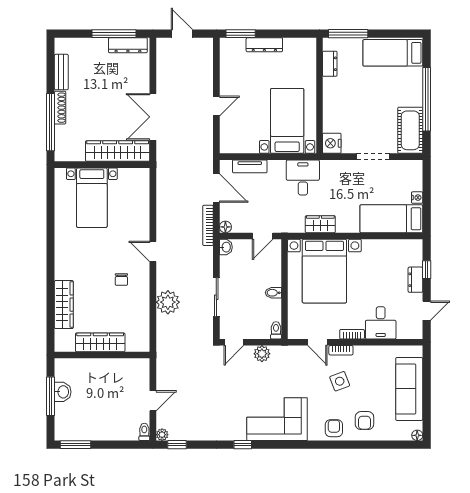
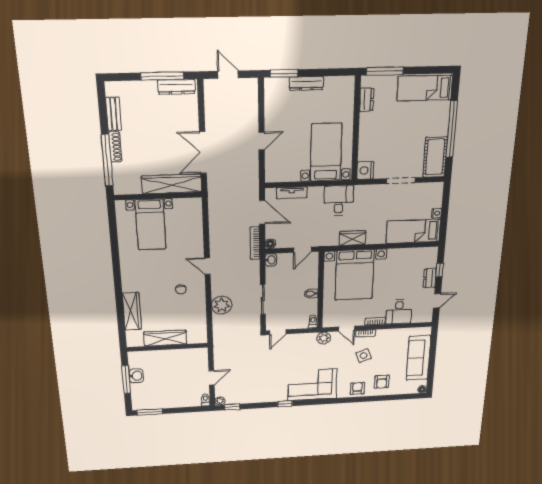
plant: (262, 354) -> (324, 338), moved

